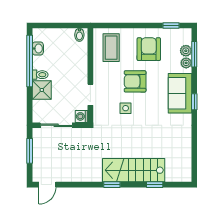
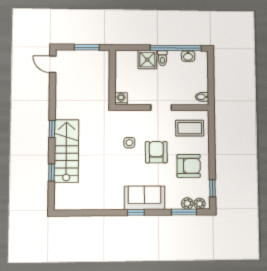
plant: (186, 63) -> (200, 204), moved
doorway: (90, 95) -> (161, 108), moved
sliding door: (56, 125) -> (112, 73), removed

